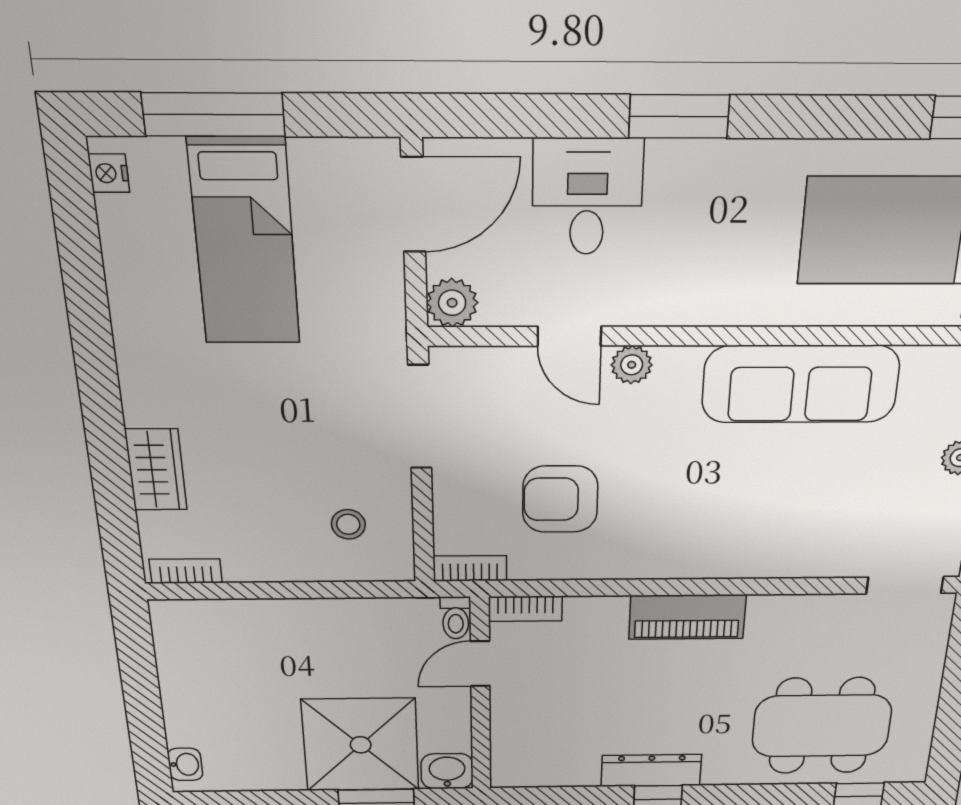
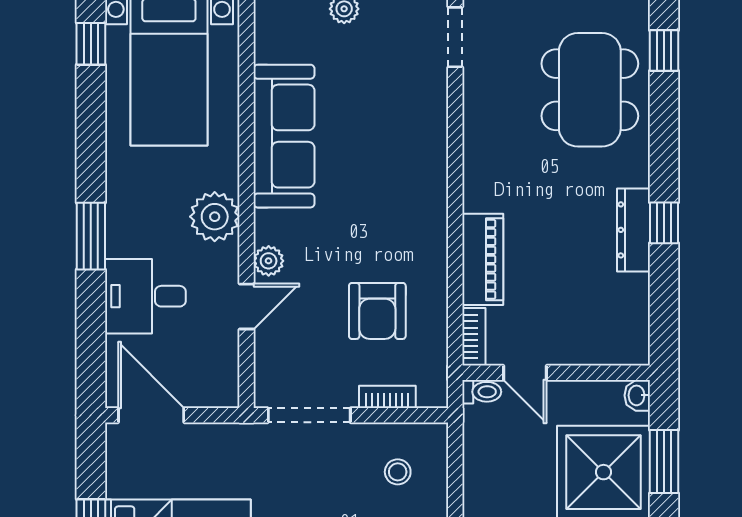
plant: (452, 303) -> (215, 217), moved, width x1.36, depth x1.36
bookcase: (470, 568) -> (387, 397), moved, turned 90
piano: (687, 617) -> (483, 259), moved
washbasin: (447, 771) -> (637, 395), width x0.72, depth x0.69

